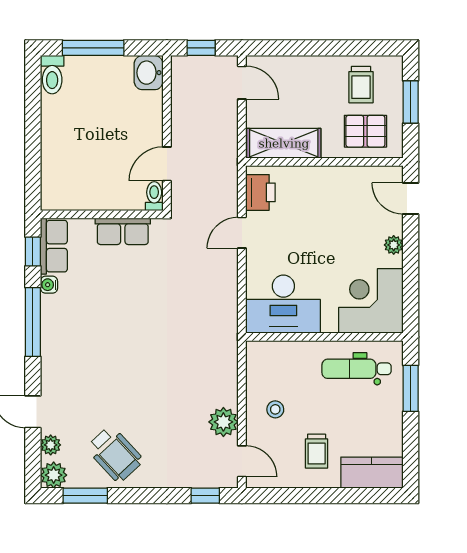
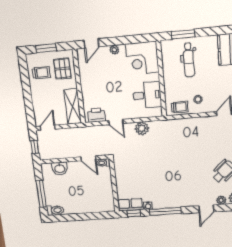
washbasin: (149, 73) -> (60, 168), moved
row of seats: (123, 231) -> (121, 175), removed
desk: (283, 304) -> (147, 95), width x0.73
dental chair: (357, 369) -> (189, 60), moved
plant: (223, 422) -> (142, 128), moved
trolley: (317, 451) -> (180, 107), moved

